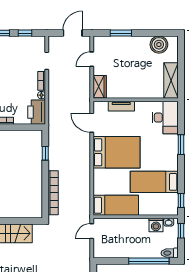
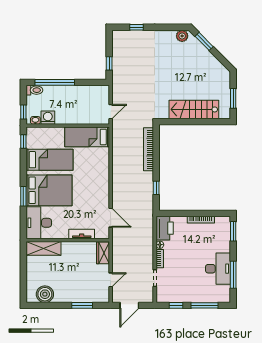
shelving: (171, 81) -> (43, 248), moved, turned 90
bed: (117, 152) -> (49, 190), moved, turned 180

